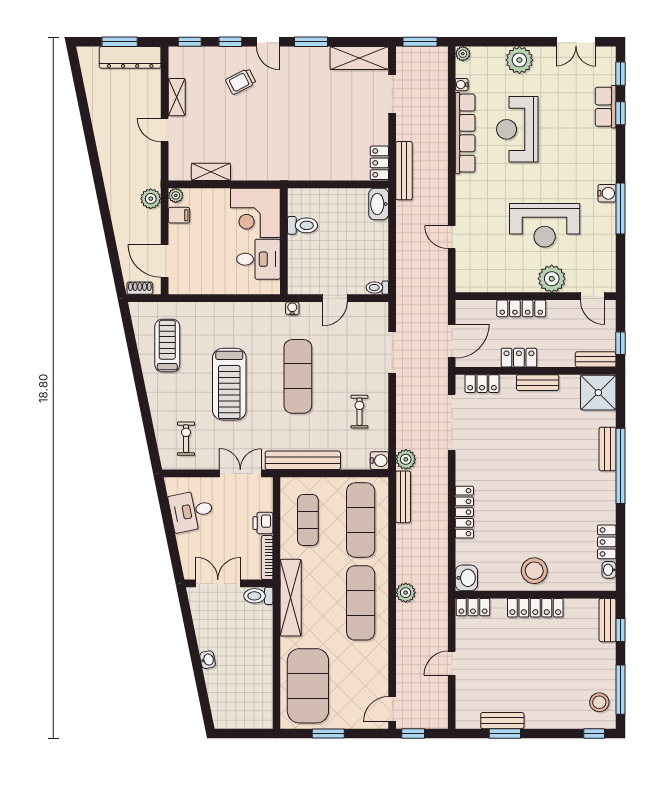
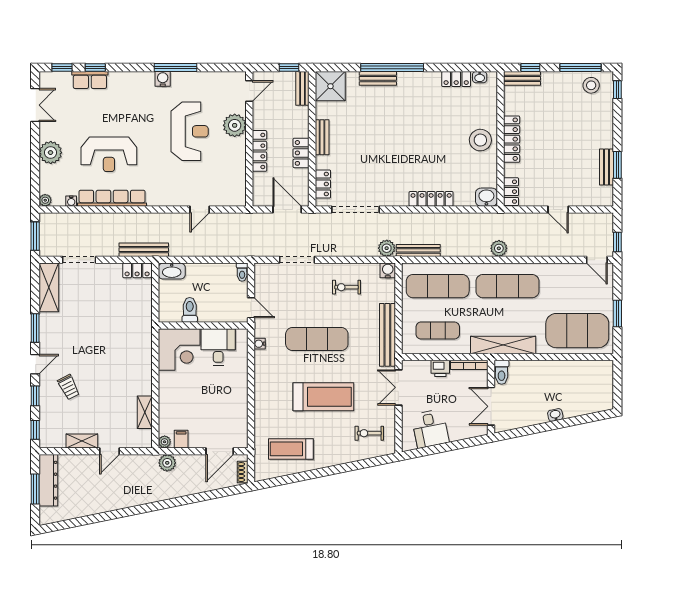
corner desk: (255, 213) -> (179, 350), moved
toilet: (303, 225) -> (190, 310), moved
wall: (284, 241) -> (203, 326), moved
desk: (258, 259) -> (218, 347), moved

